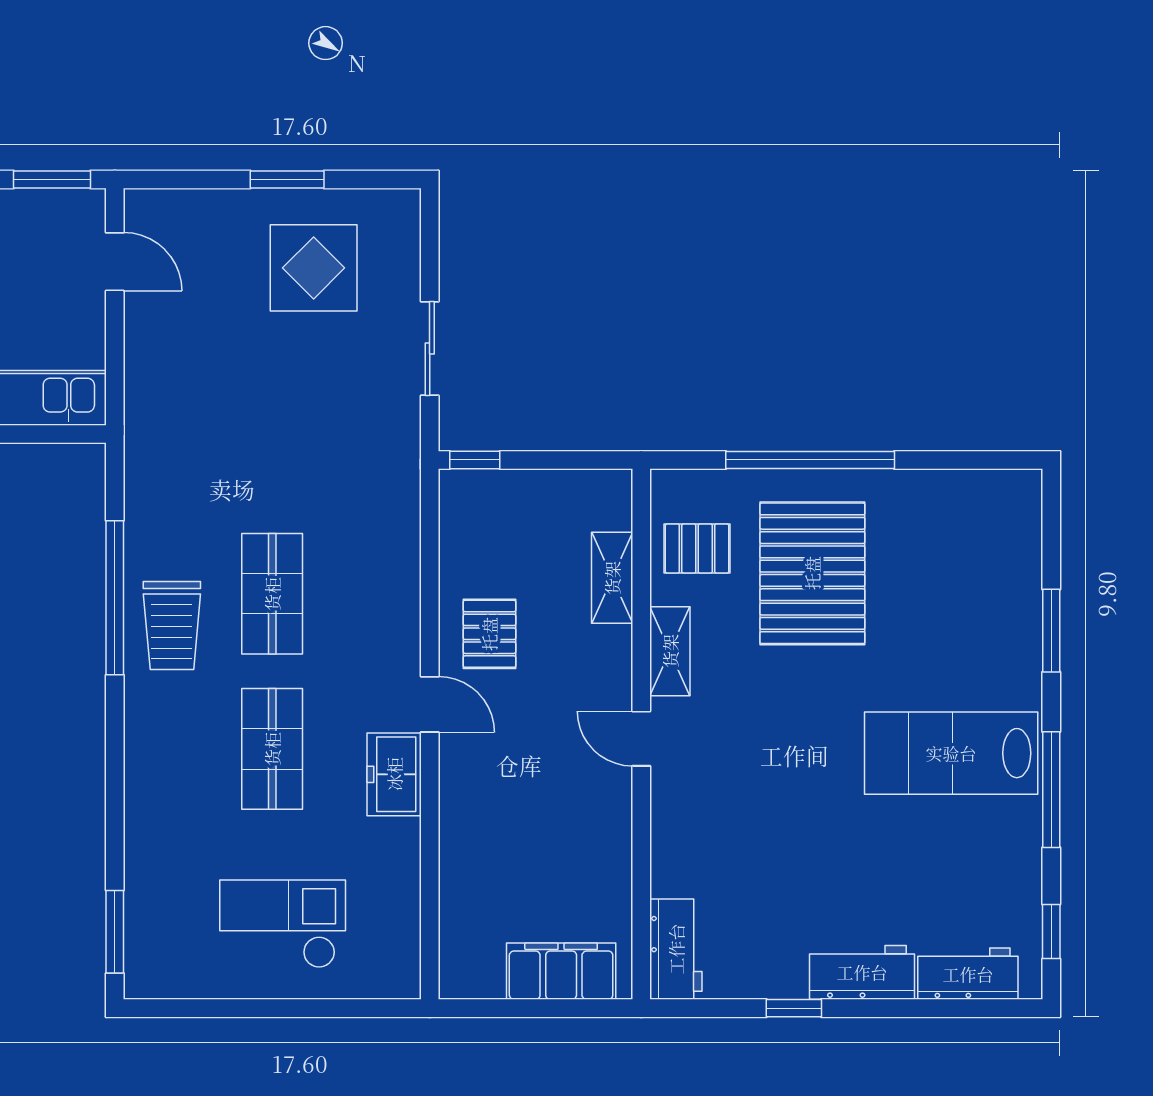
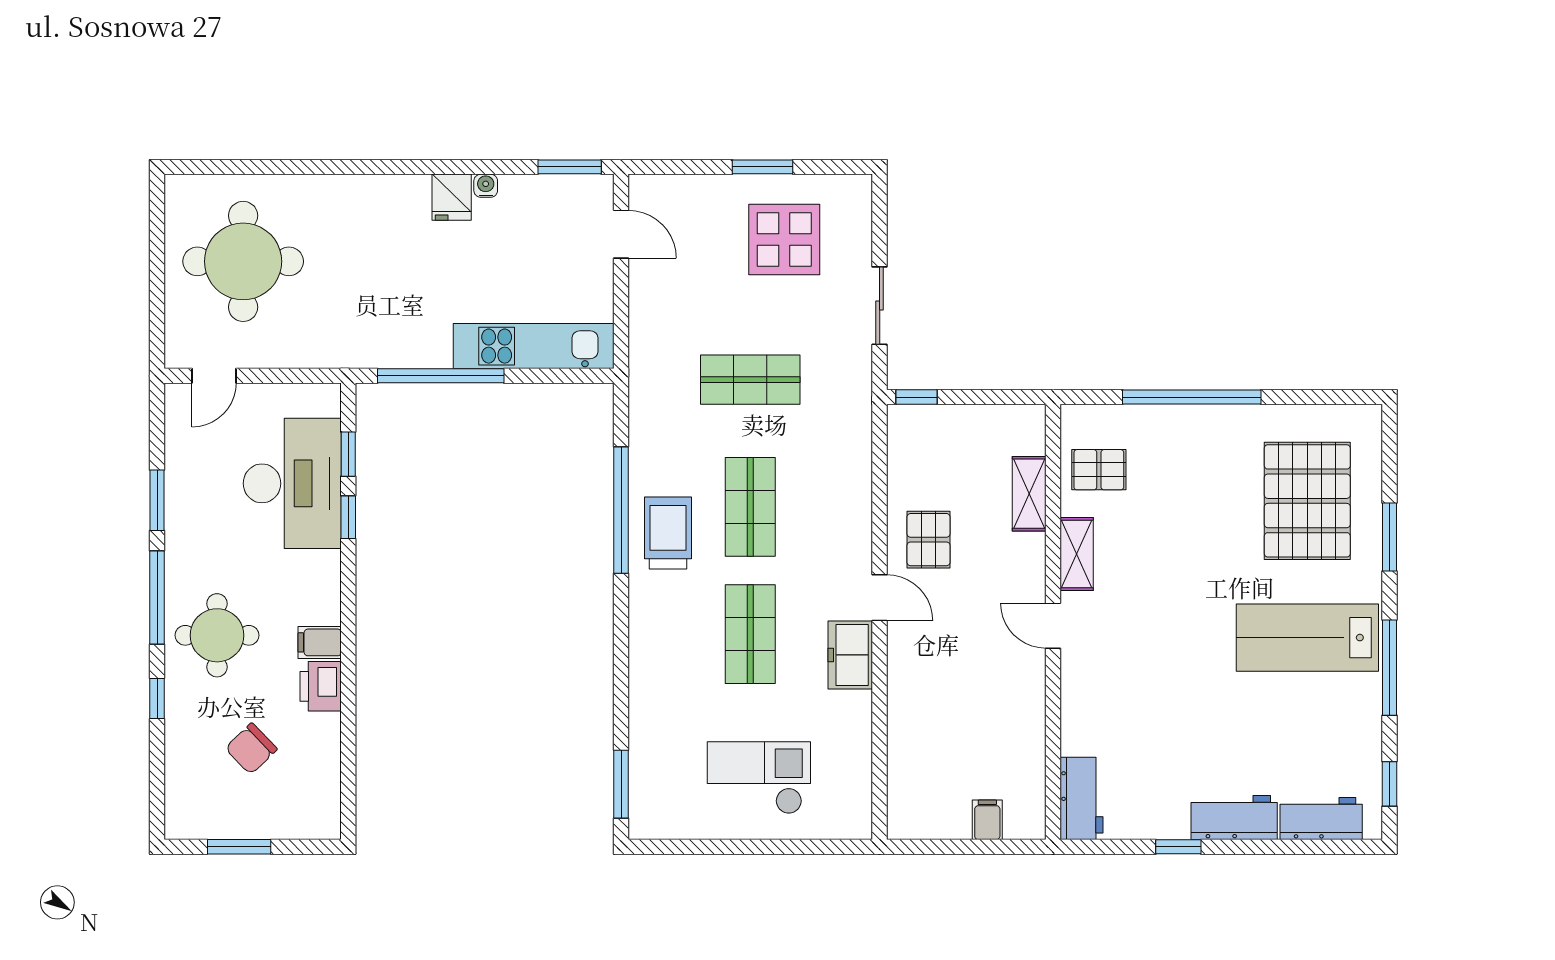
shop shelf: (272, 439) -> (750, 380), added
pallet: (812, 573) -> (1307, 501), moved
trolley: (172, 626) -> (668, 533), turned 180
filing cabinet: (561, 971) -> (987, 820), width x0.33, depth x0.86

